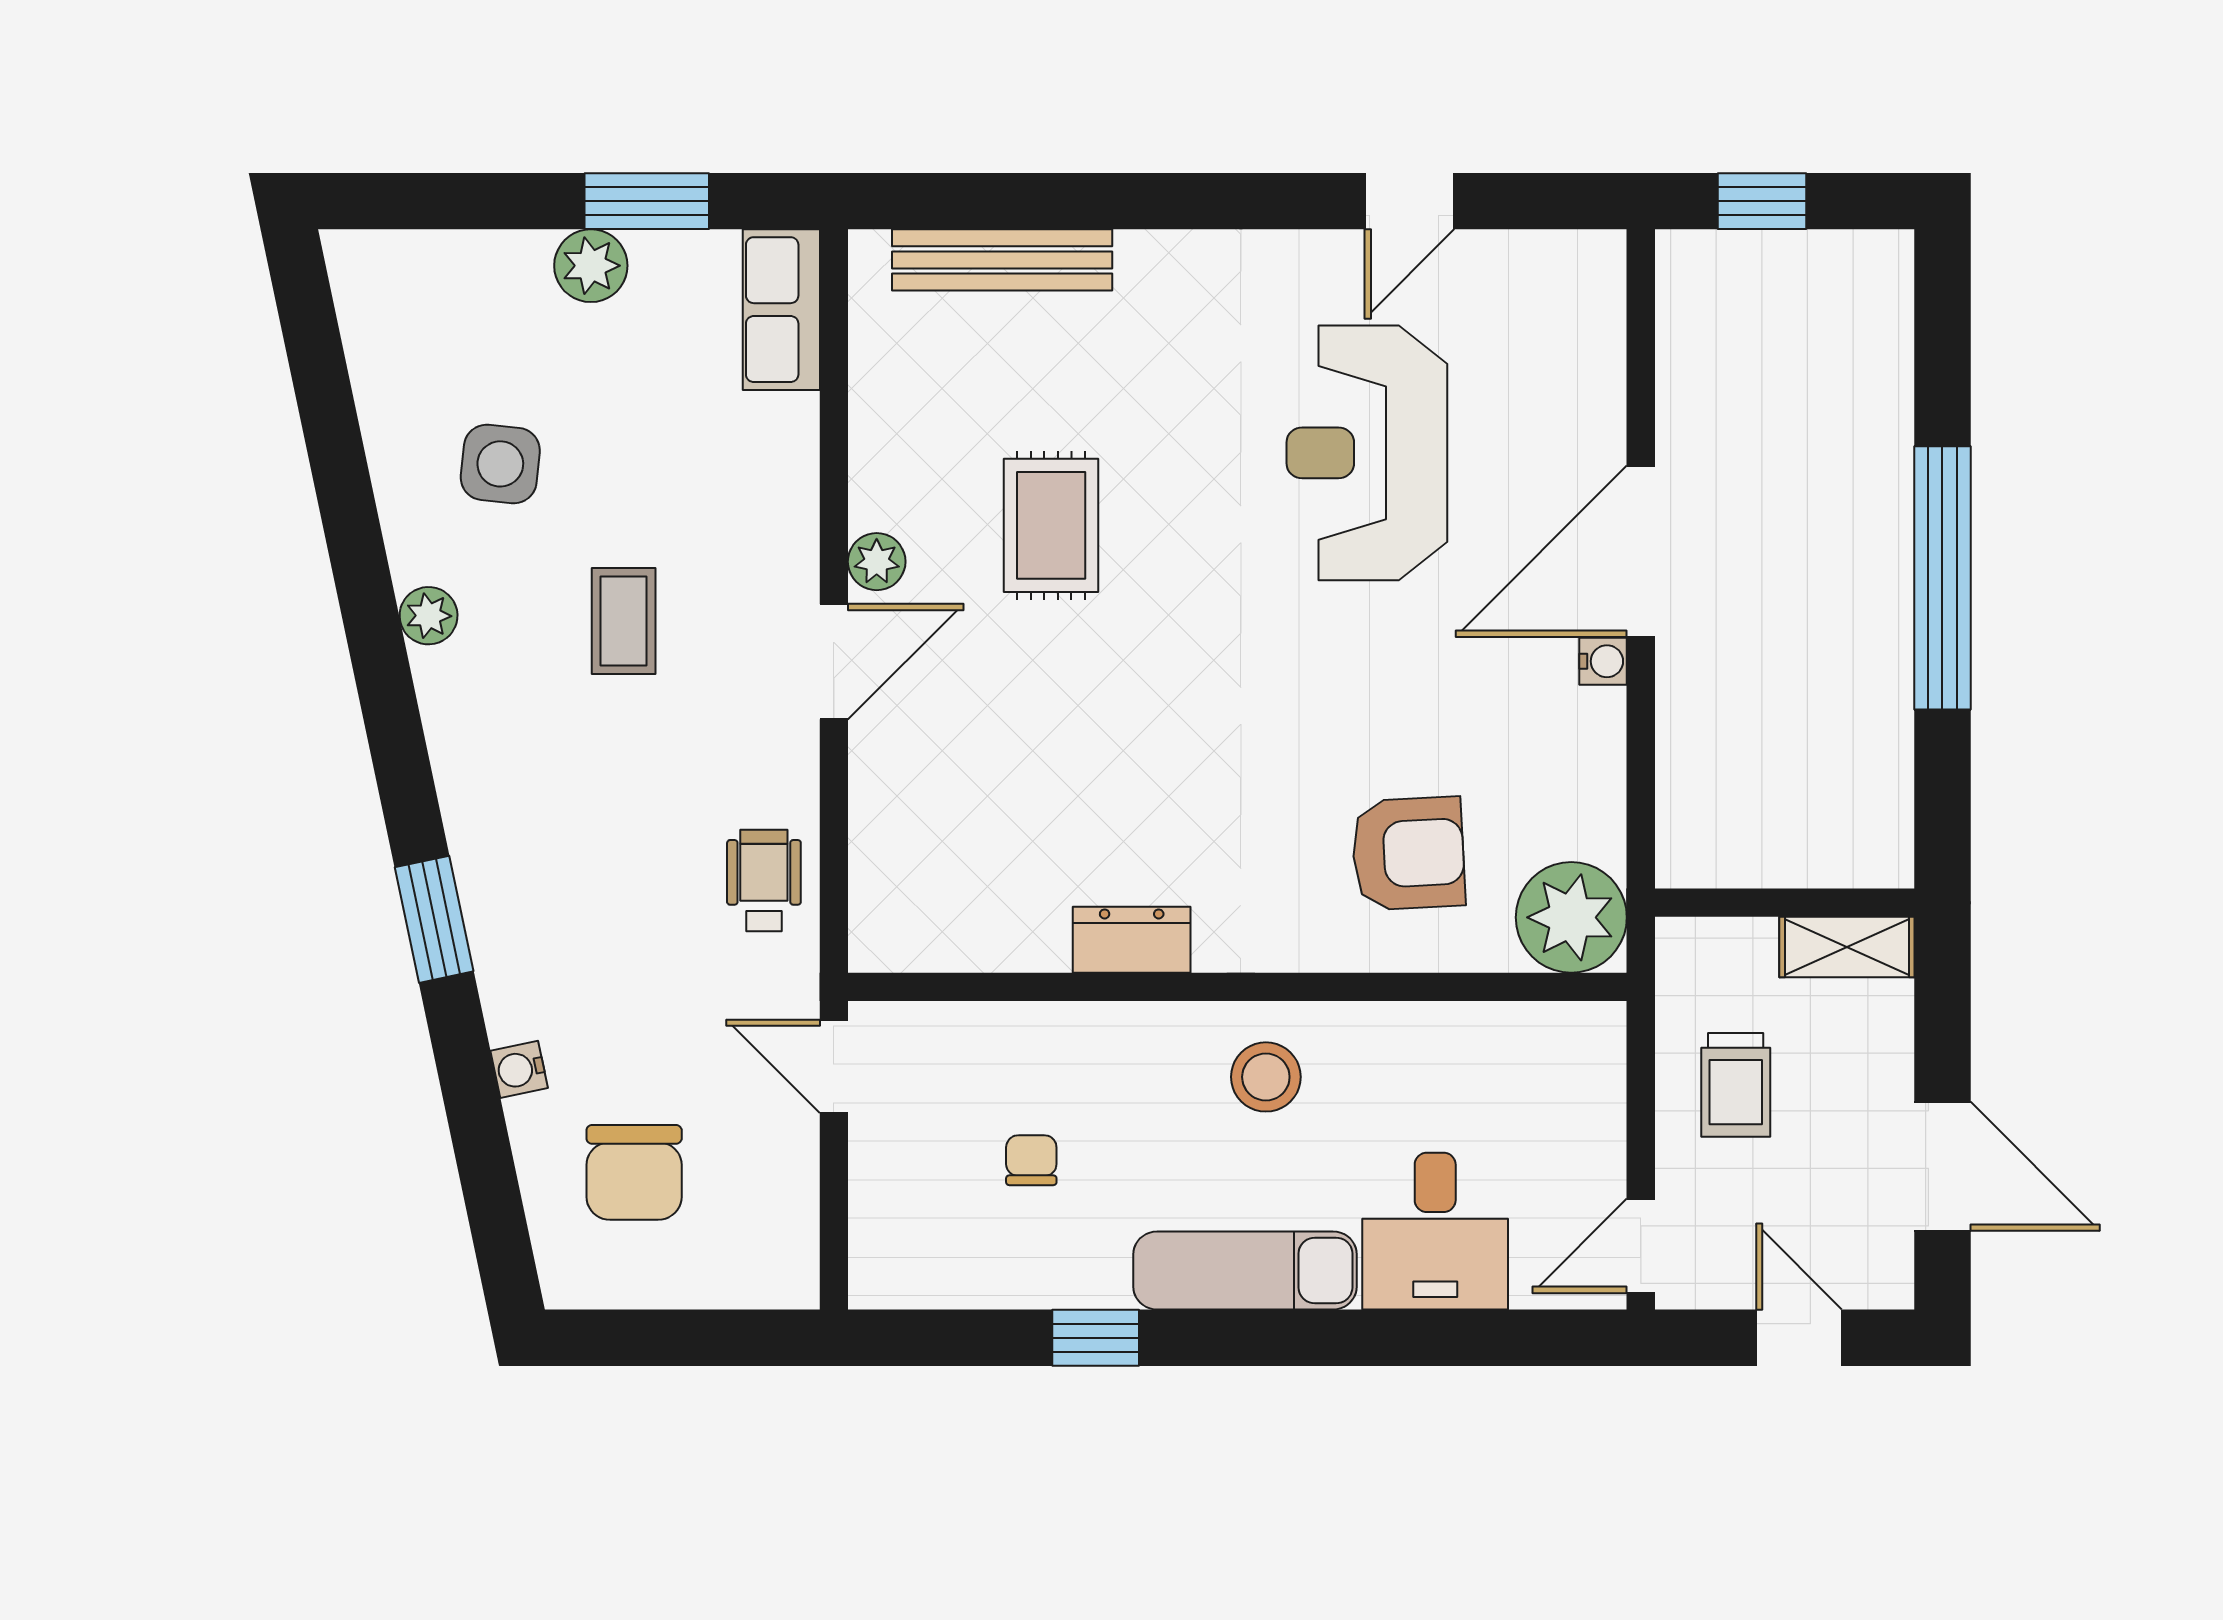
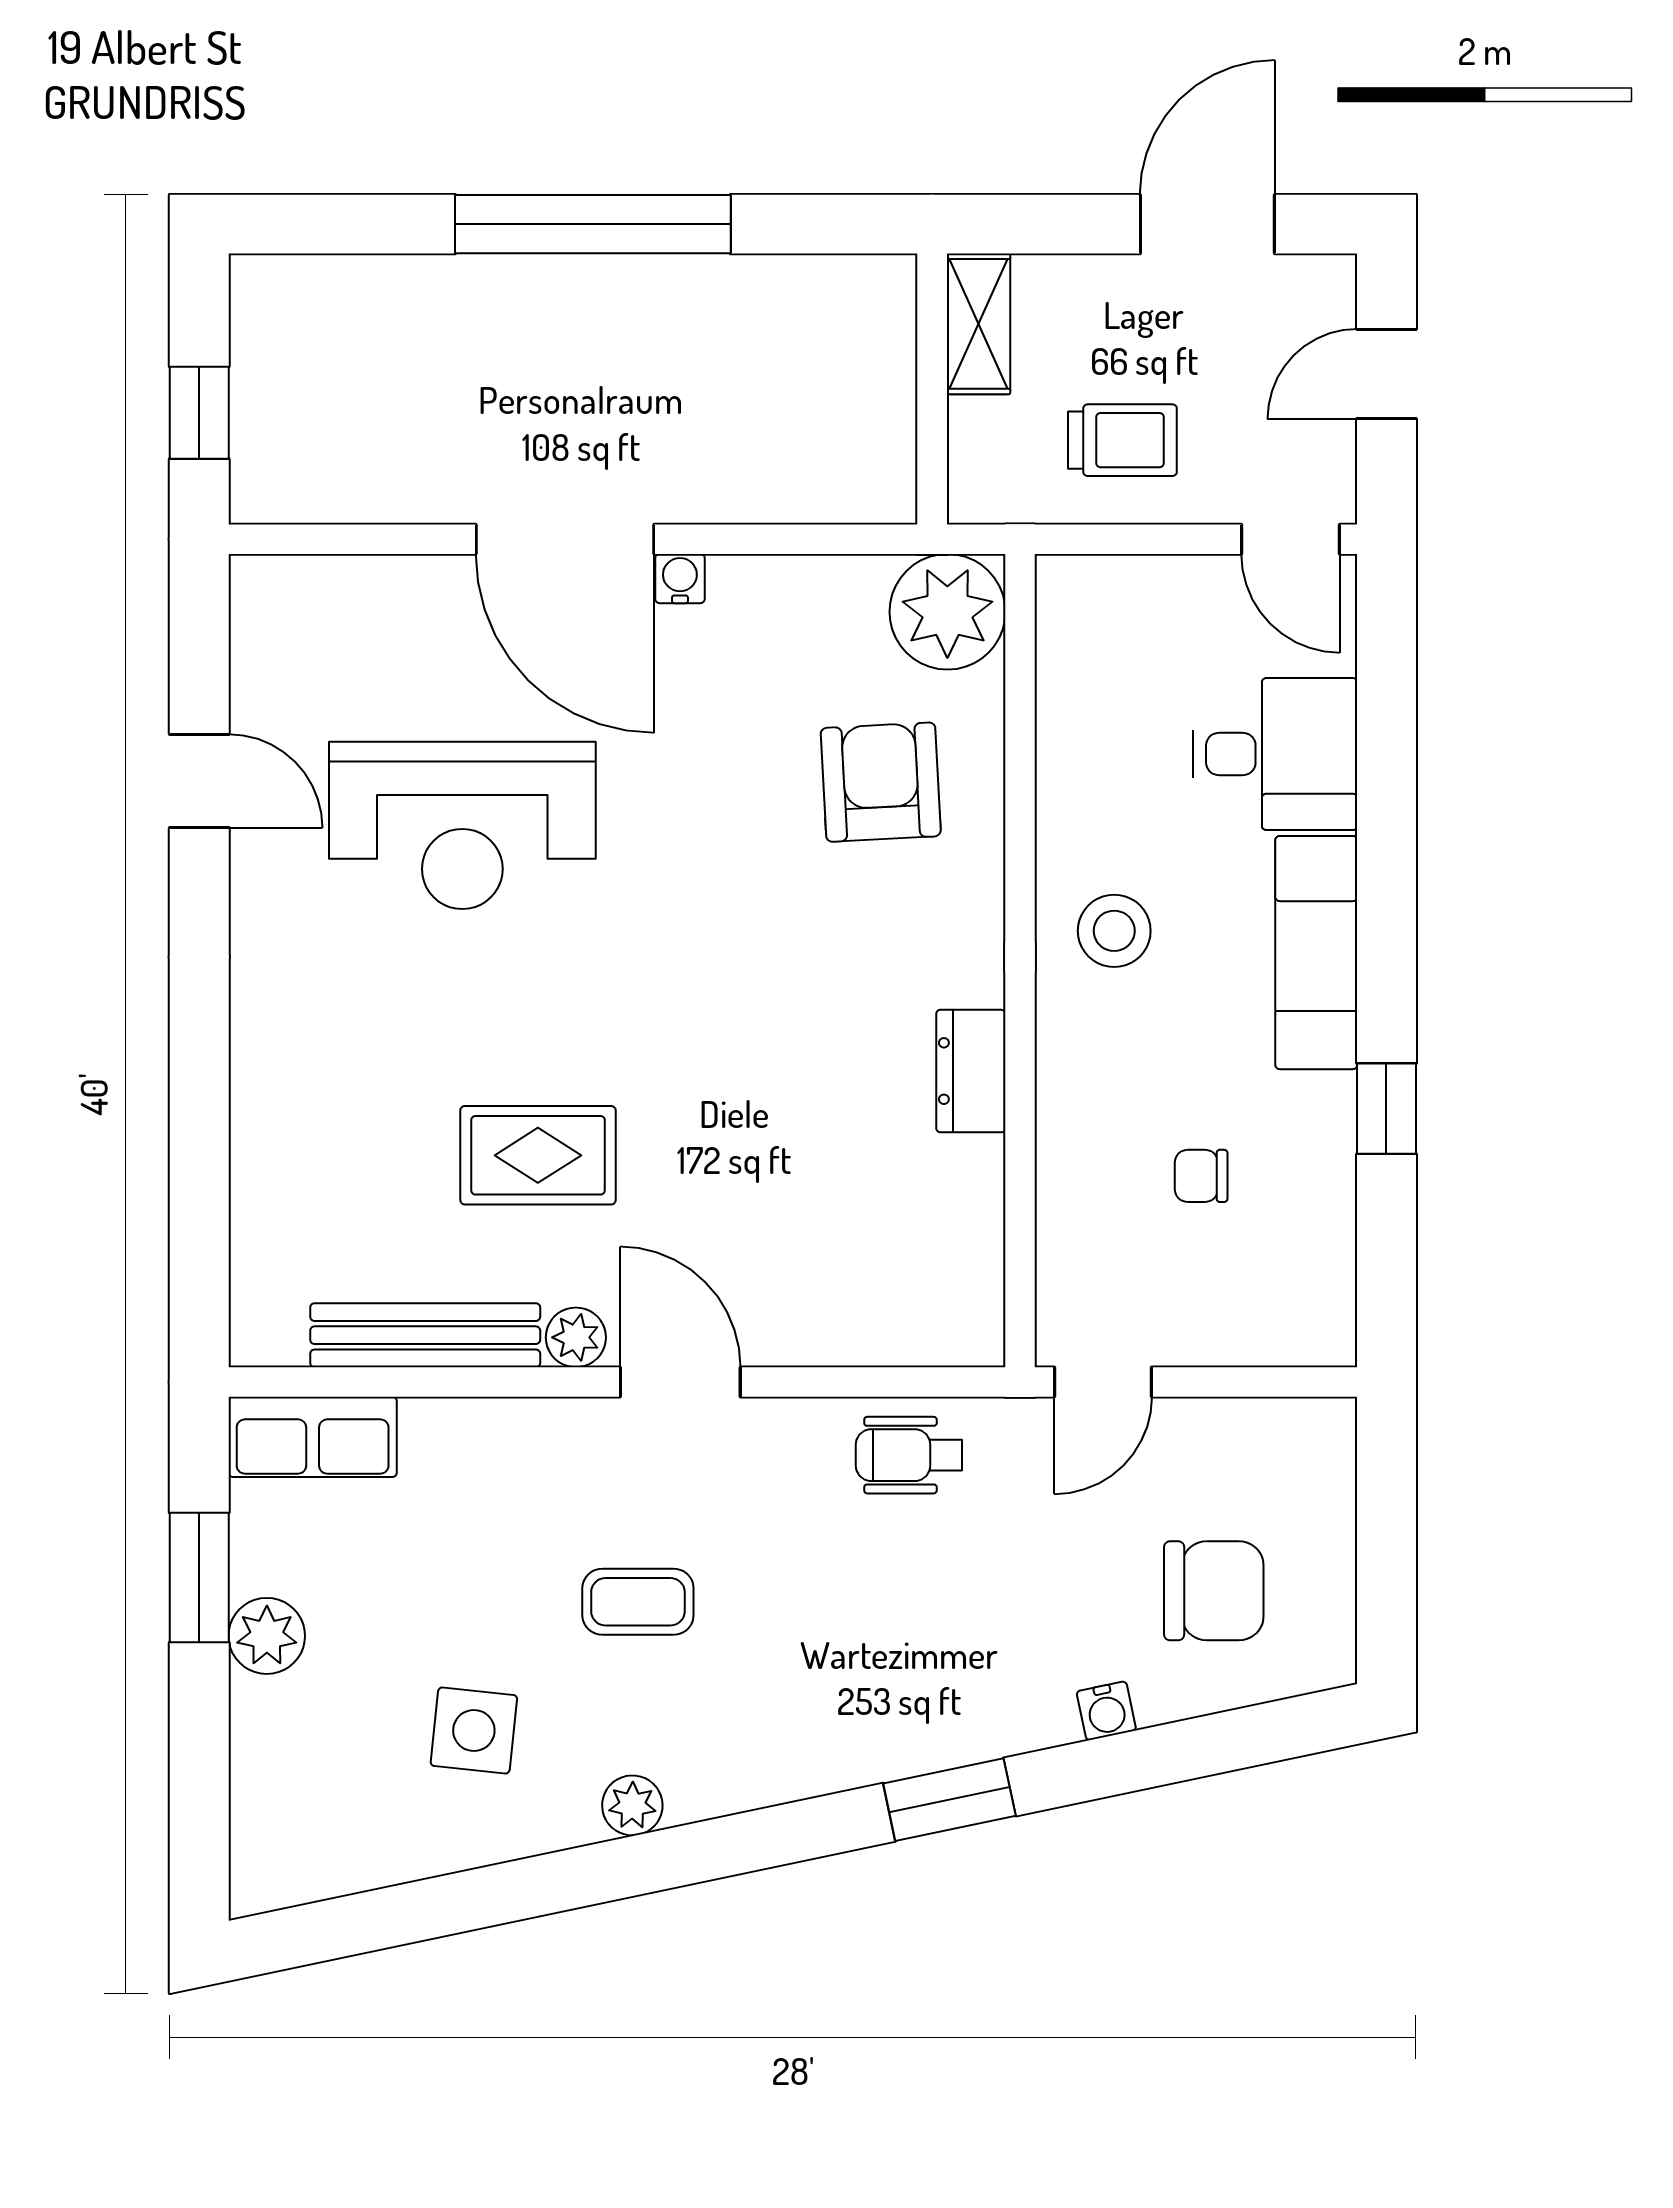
bench: (1002, 260) -> (425, 1335), moved, turned 90

